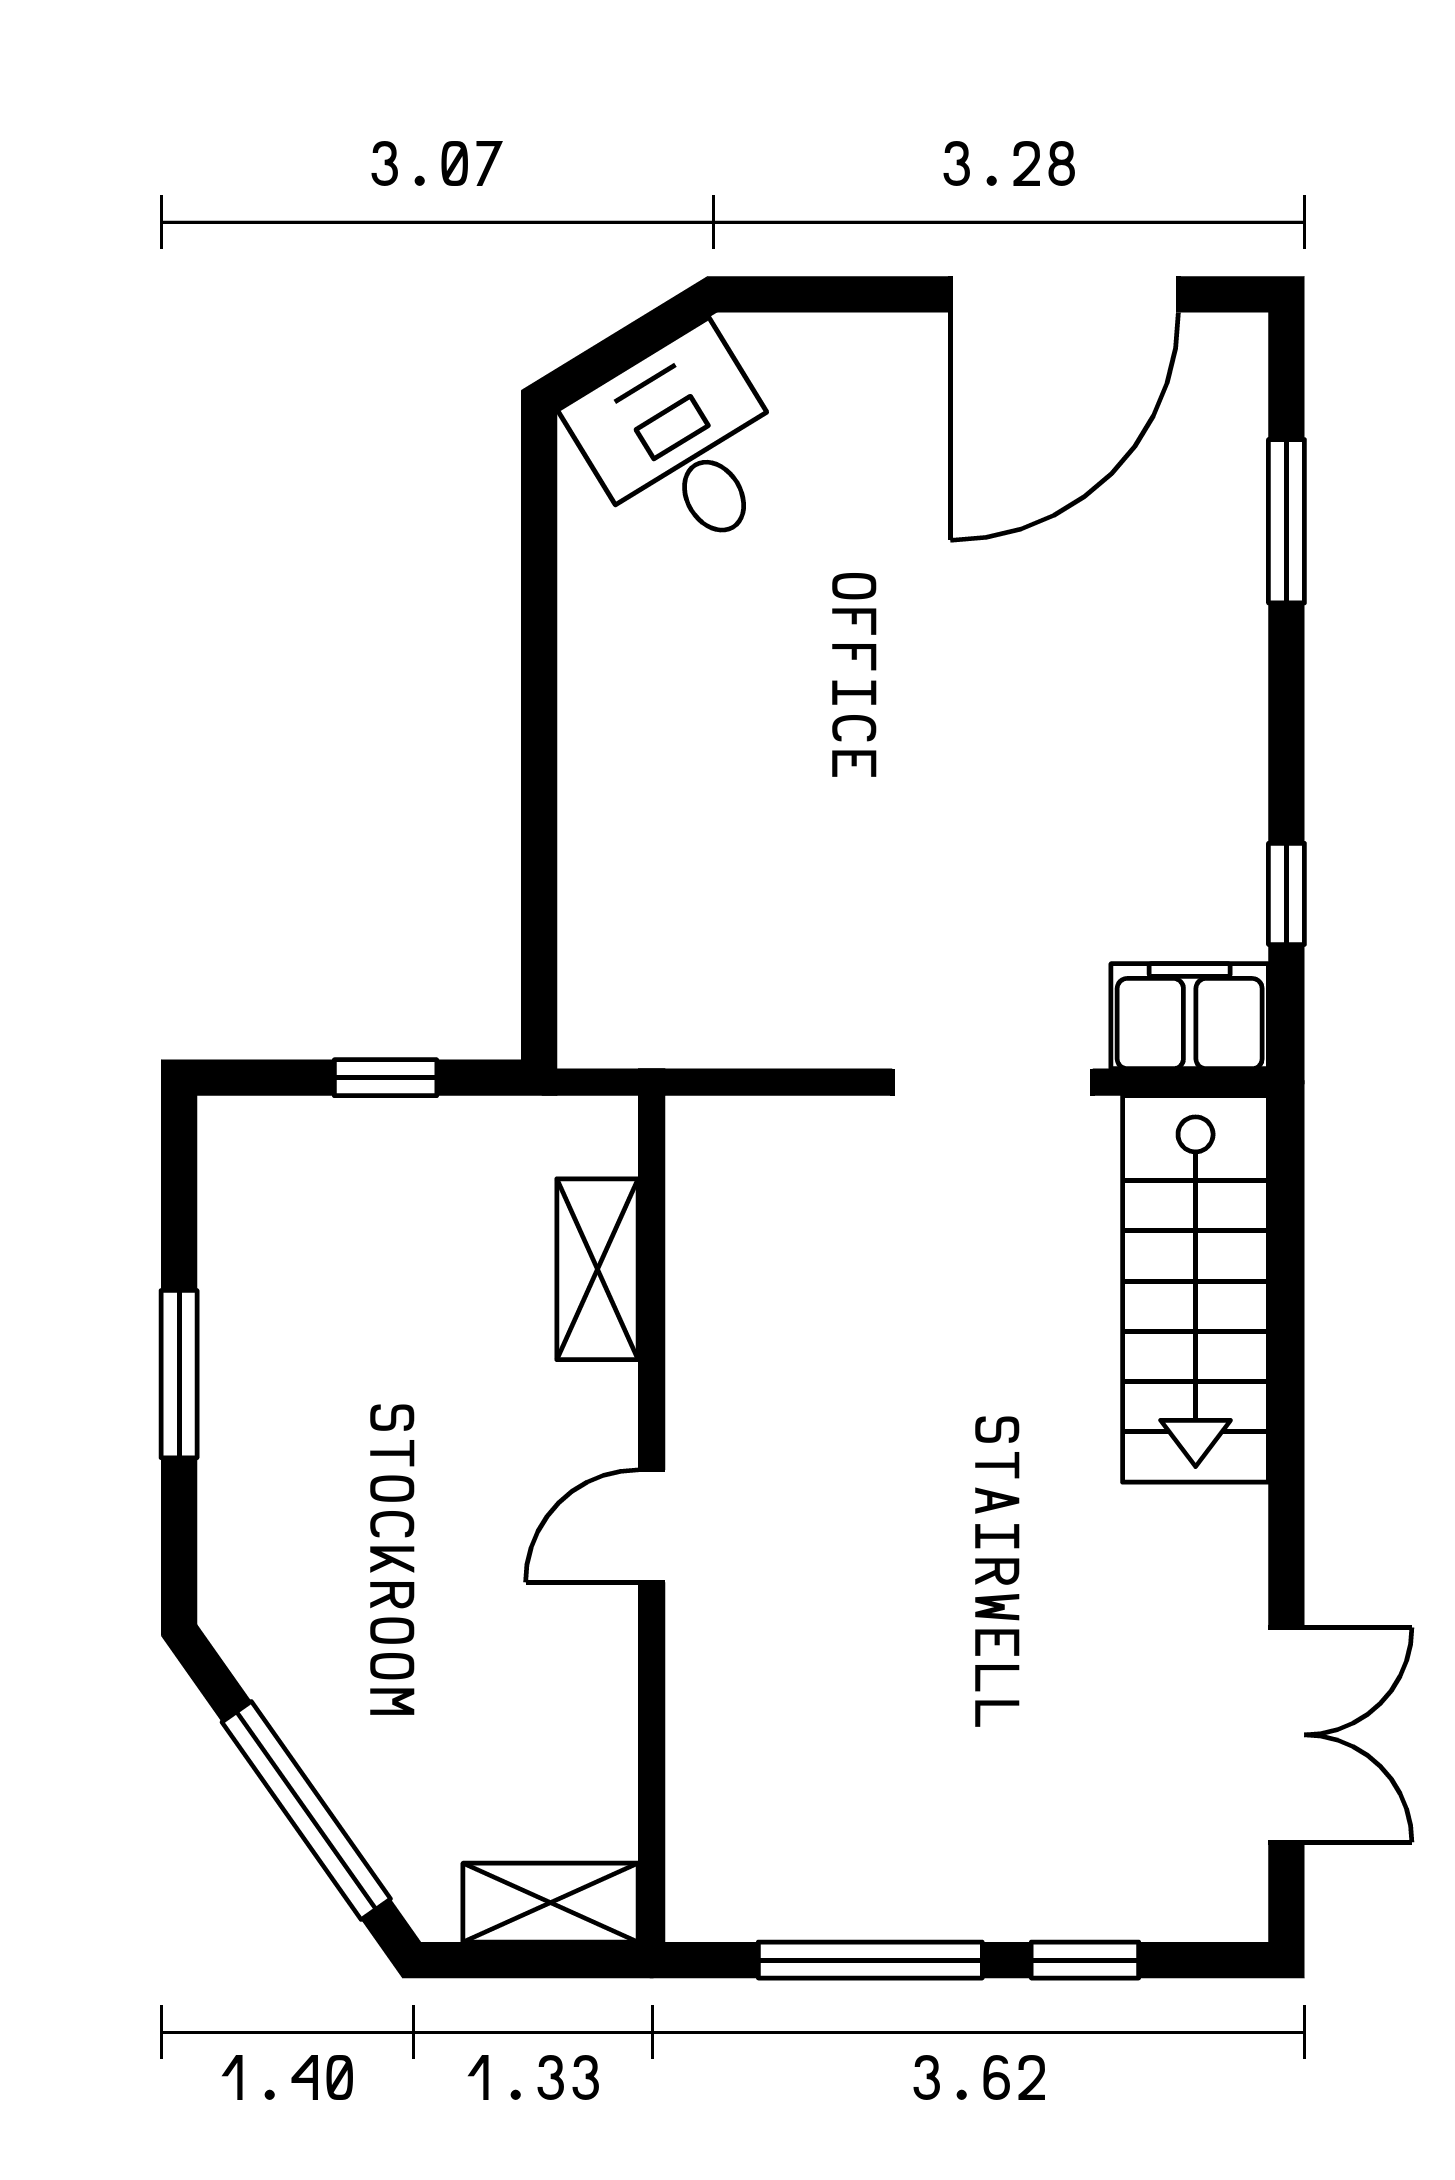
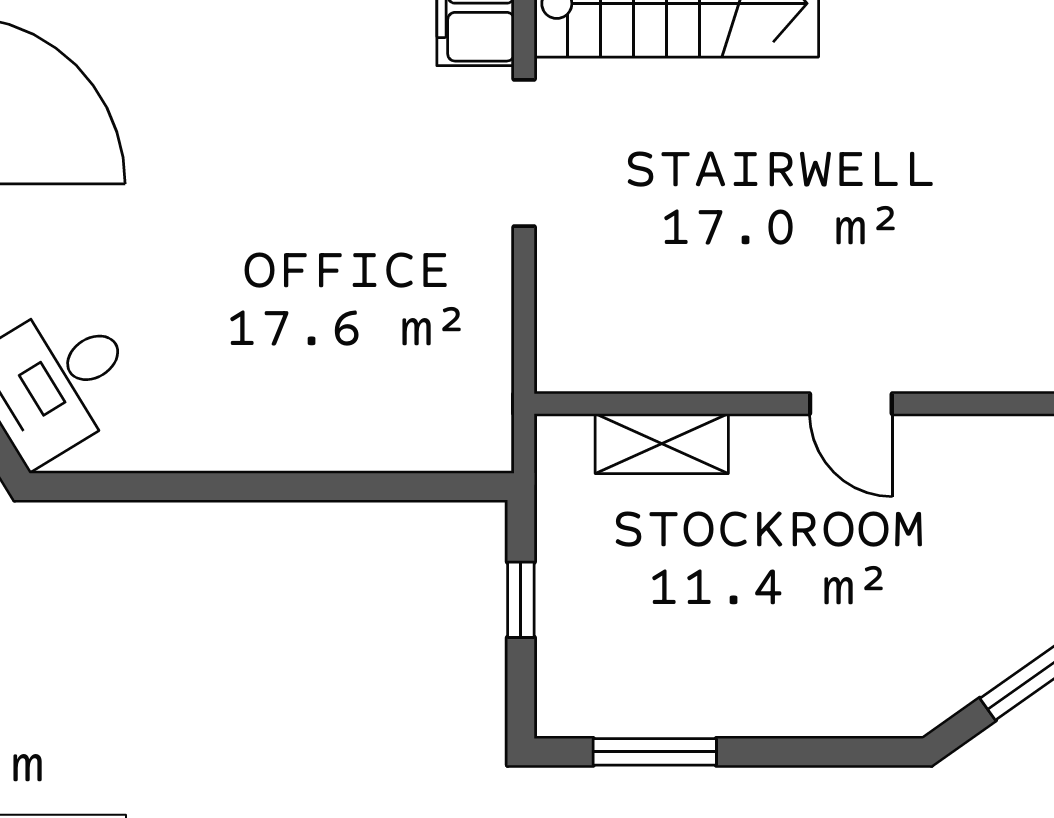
window: (179, 1374) -> (655, 752), moved

